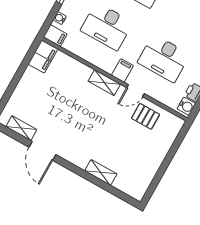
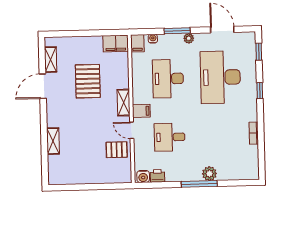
desk: (164, 58) -> (170, 137), width x0.73
pallet: (63, 105) -> (88, 81), added
pallet: (146, 116) -> (117, 150), turned 90

